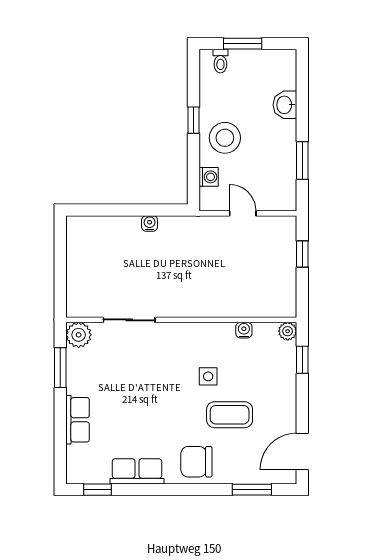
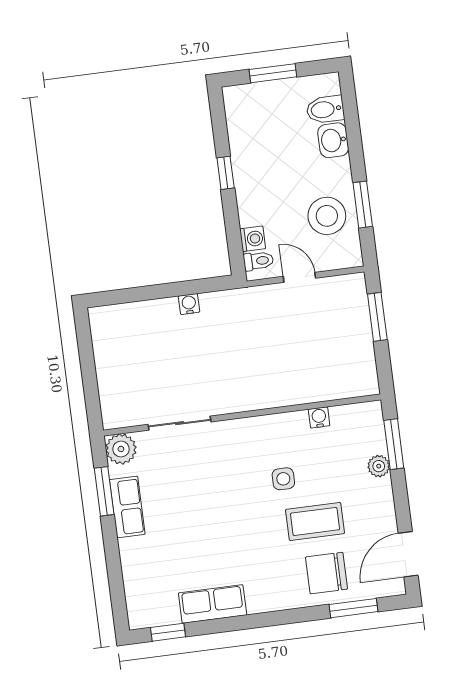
toilet: (220, 61) -> (258, 261), moved, turned -90
bidet: (282, 79) -> (325, 109), added
stool: (225, 138) -> (327, 216), moved
window: (302, 254) -> (377, 317), width x1.50
plant: (288, 331) -> (379, 466), moved
window: (302, 360) -> (394, 444), width x1.50
row of seats: (77, 420) -> (127, 507), moved
chair: (196, 462) -> (327, 573), moved

